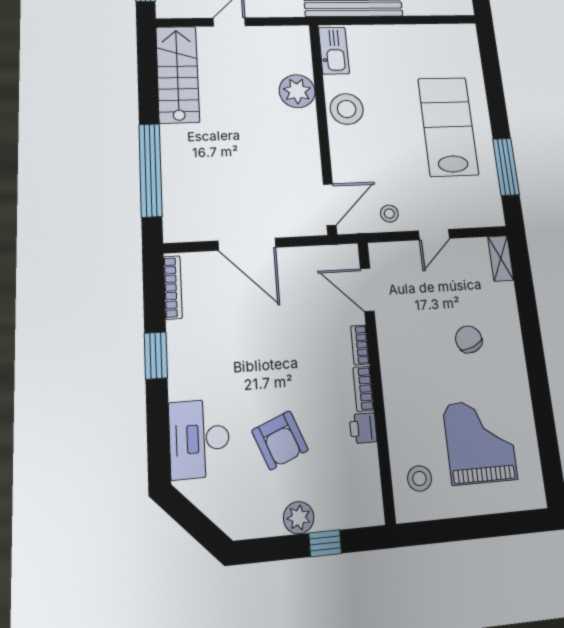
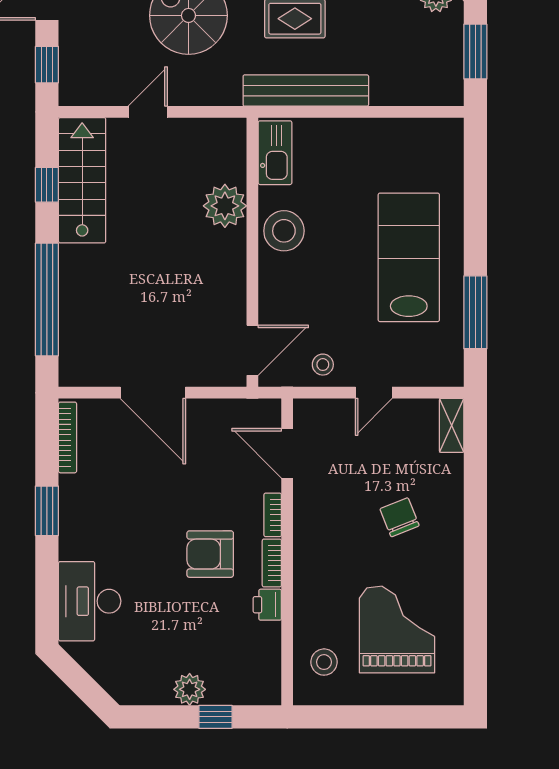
window: (148, 78) -> (47, 185), added
armchair: (280, 440) -> (210, 554), moved, turned 112

